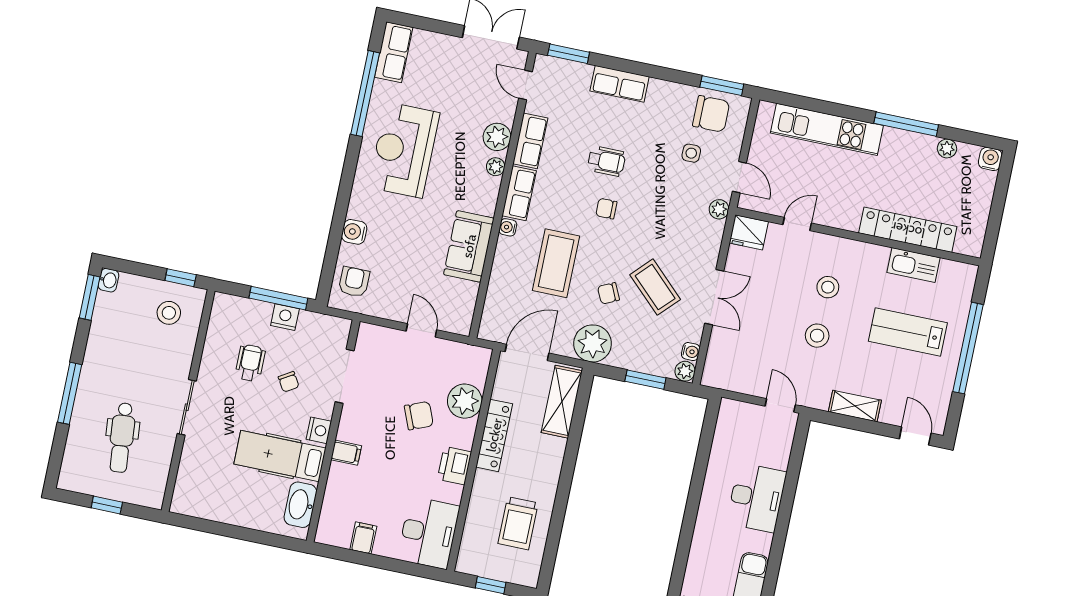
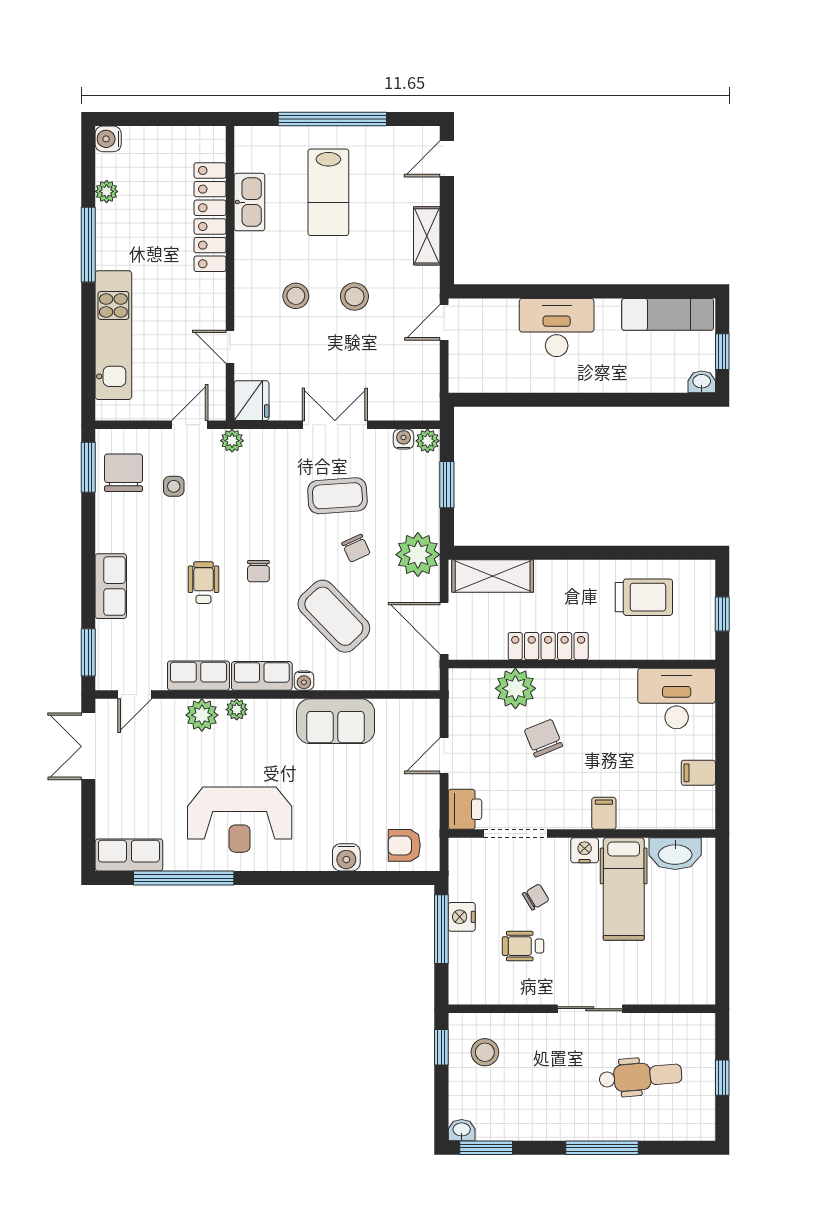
coffee table: (556, 263) -> (334, 616), turned 46
coffee table: (655, 287) -> (337, 496), turned 42
printer: (455, 466) -> (465, 809), moved, turned -90

